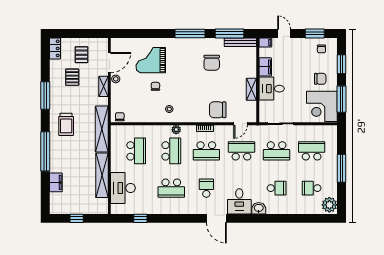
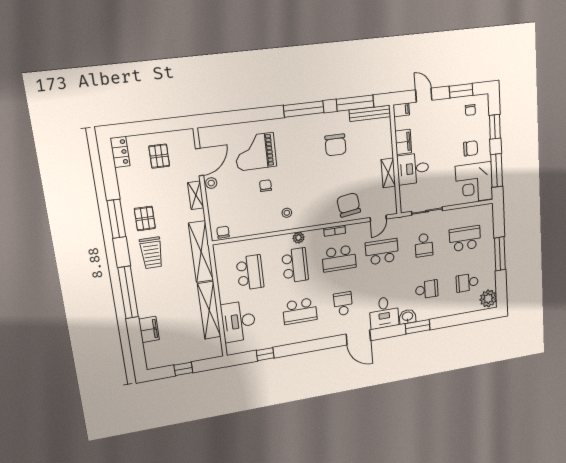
pallet: (72, 77) -> (145, 218), moved
chair: (218, 110) -> (349, 205), turned 82
school desk: (277, 151) -> (424, 245), width x0.54
window: (267, 218) -> (418, 327), added

